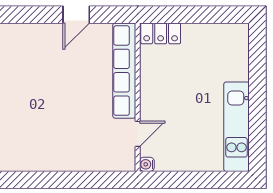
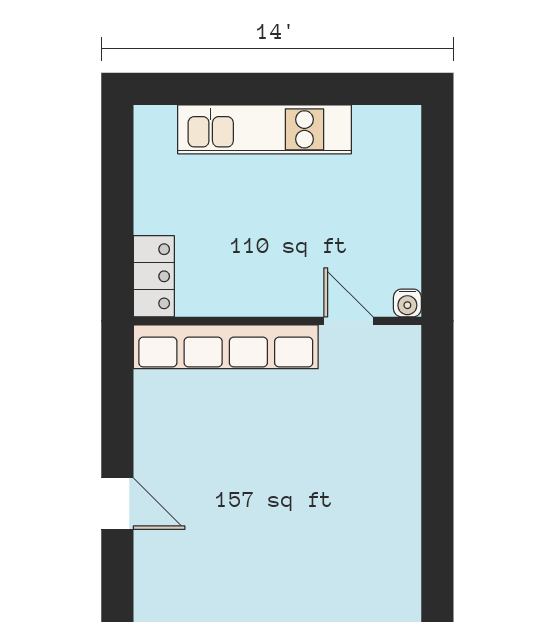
door: (76, 15) -> (117, 504), moved
kitchen unit: (237, 127) -> (265, 129), moved

